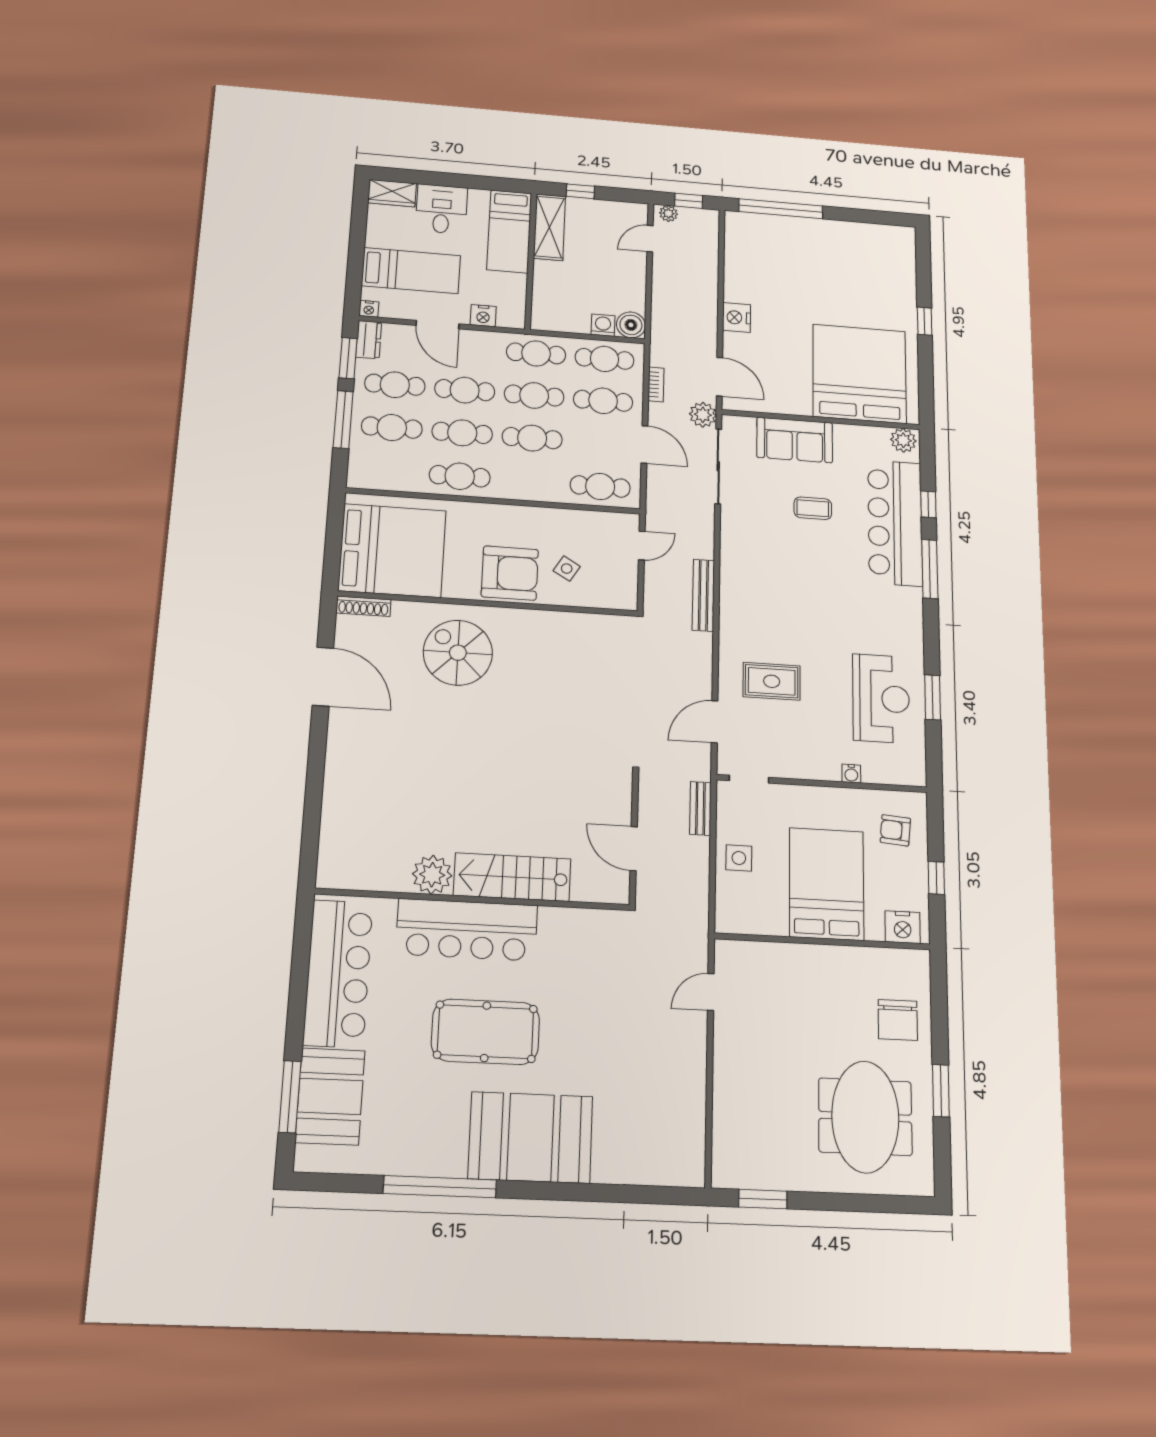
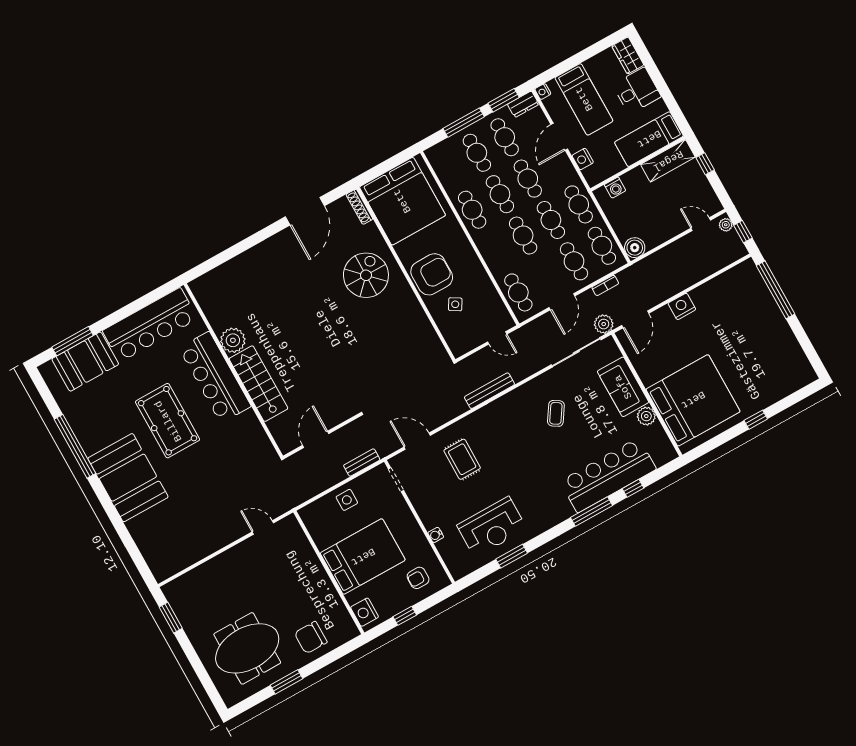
washing machine: (603, 325) -> (615, 188), moved, turned 90
plant: (903, 440) -> (646, 416), moved
coffee table: (813, 508) -> (556, 413), moved, turned 33
armchair: (510, 573) -> (432, 274), turned -90
armchair: (895, 830) -> (418, 578), turned -95

